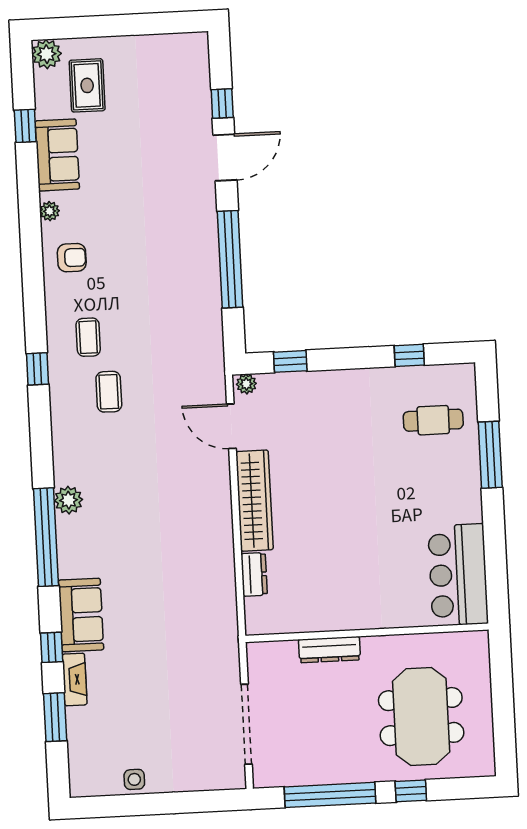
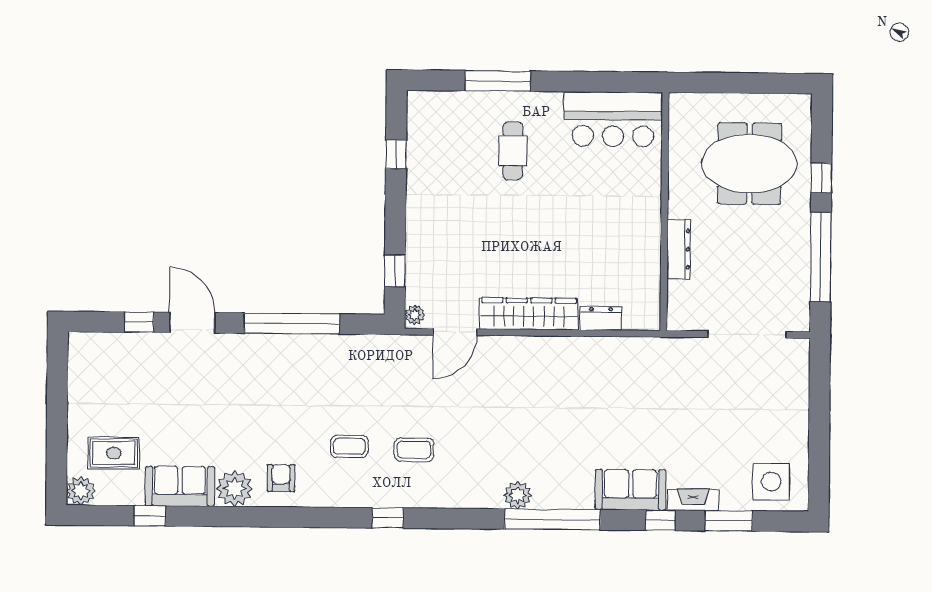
plant: (50, 211) -> (234, 489), width x1.88, depth x1.88
coffee table: (88, 337) -> (349, 446), moved
cafe table: (433, 420) -> (513, 151), moved
side table: (134, 779) -> (771, 482), moved, width x1.87, depth x1.87

